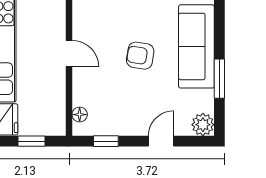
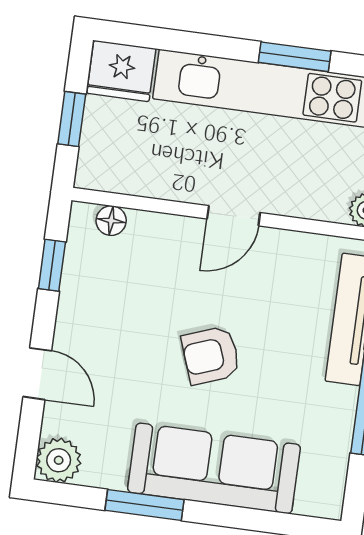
armchair: (140, 56) -> (211, 355), turned -119

